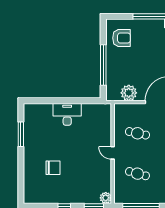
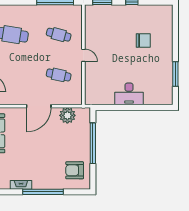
chair: (53, 168) -> (143, 41), turned 180
plant: (106, 198) -> (90, 10), removed

